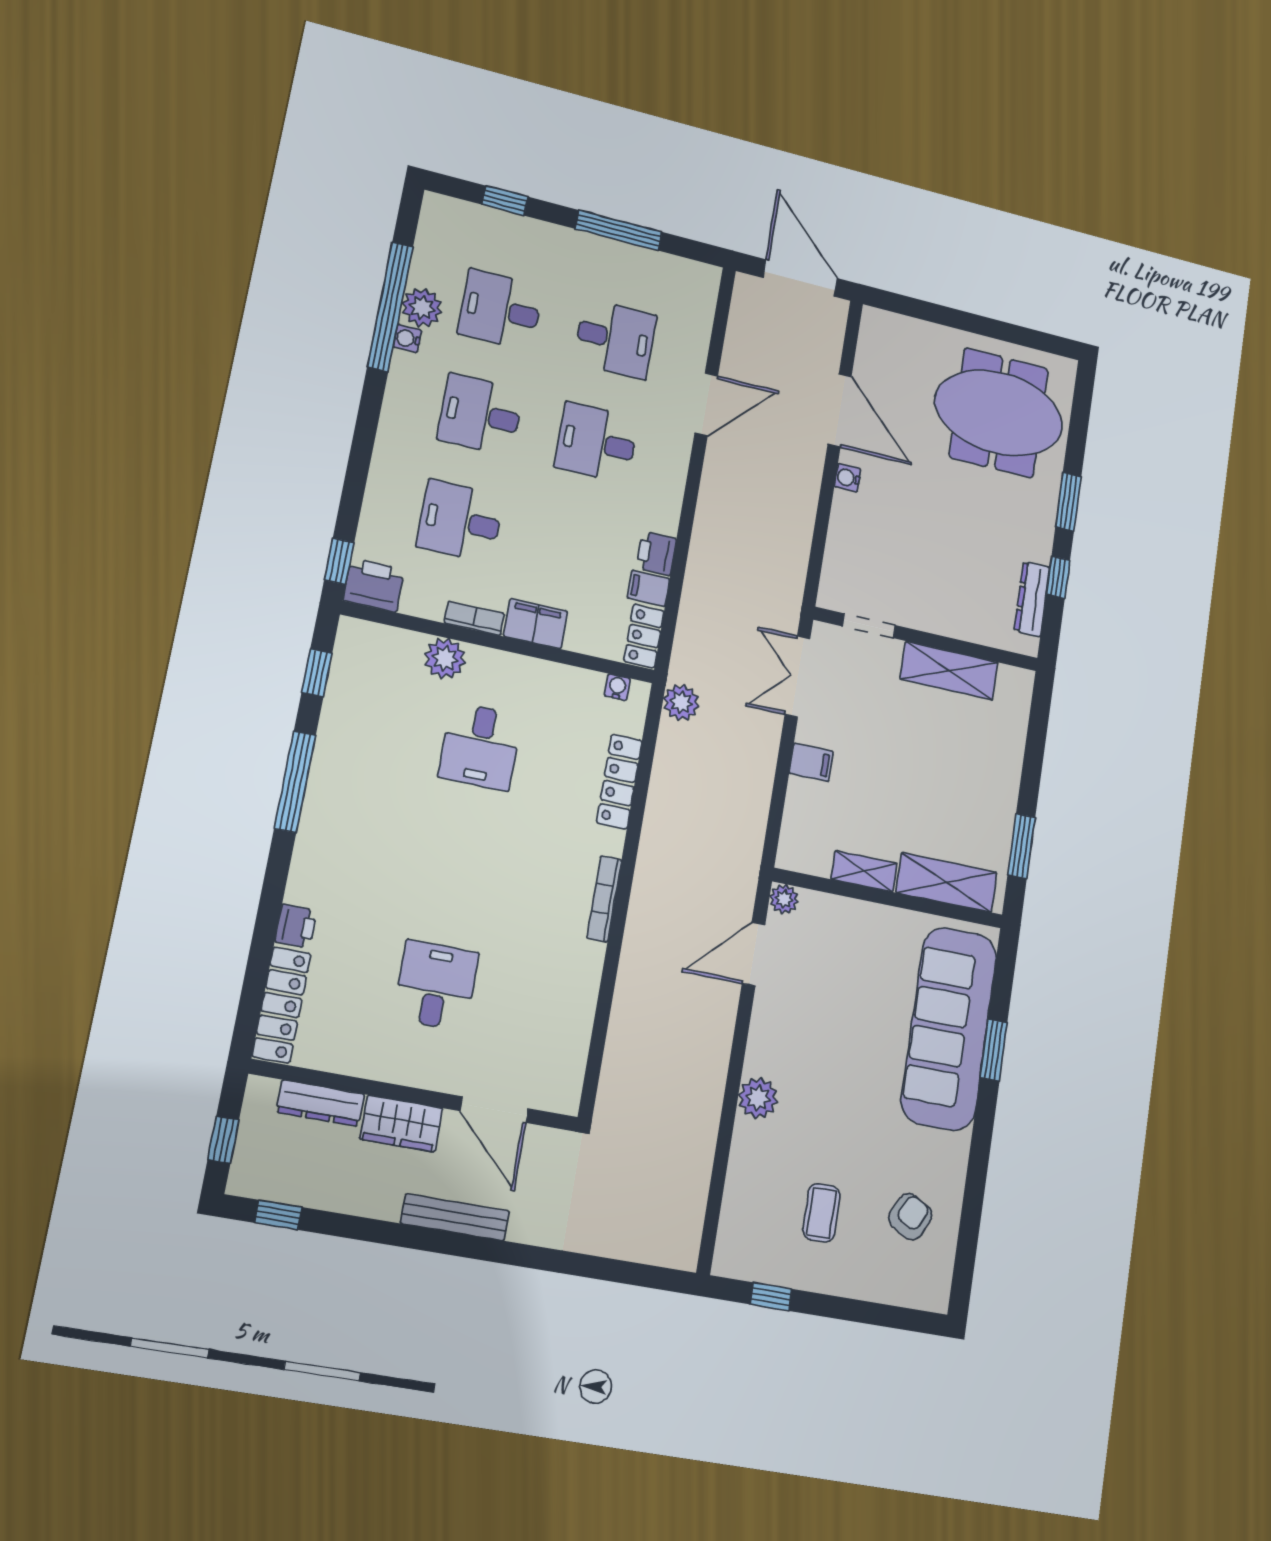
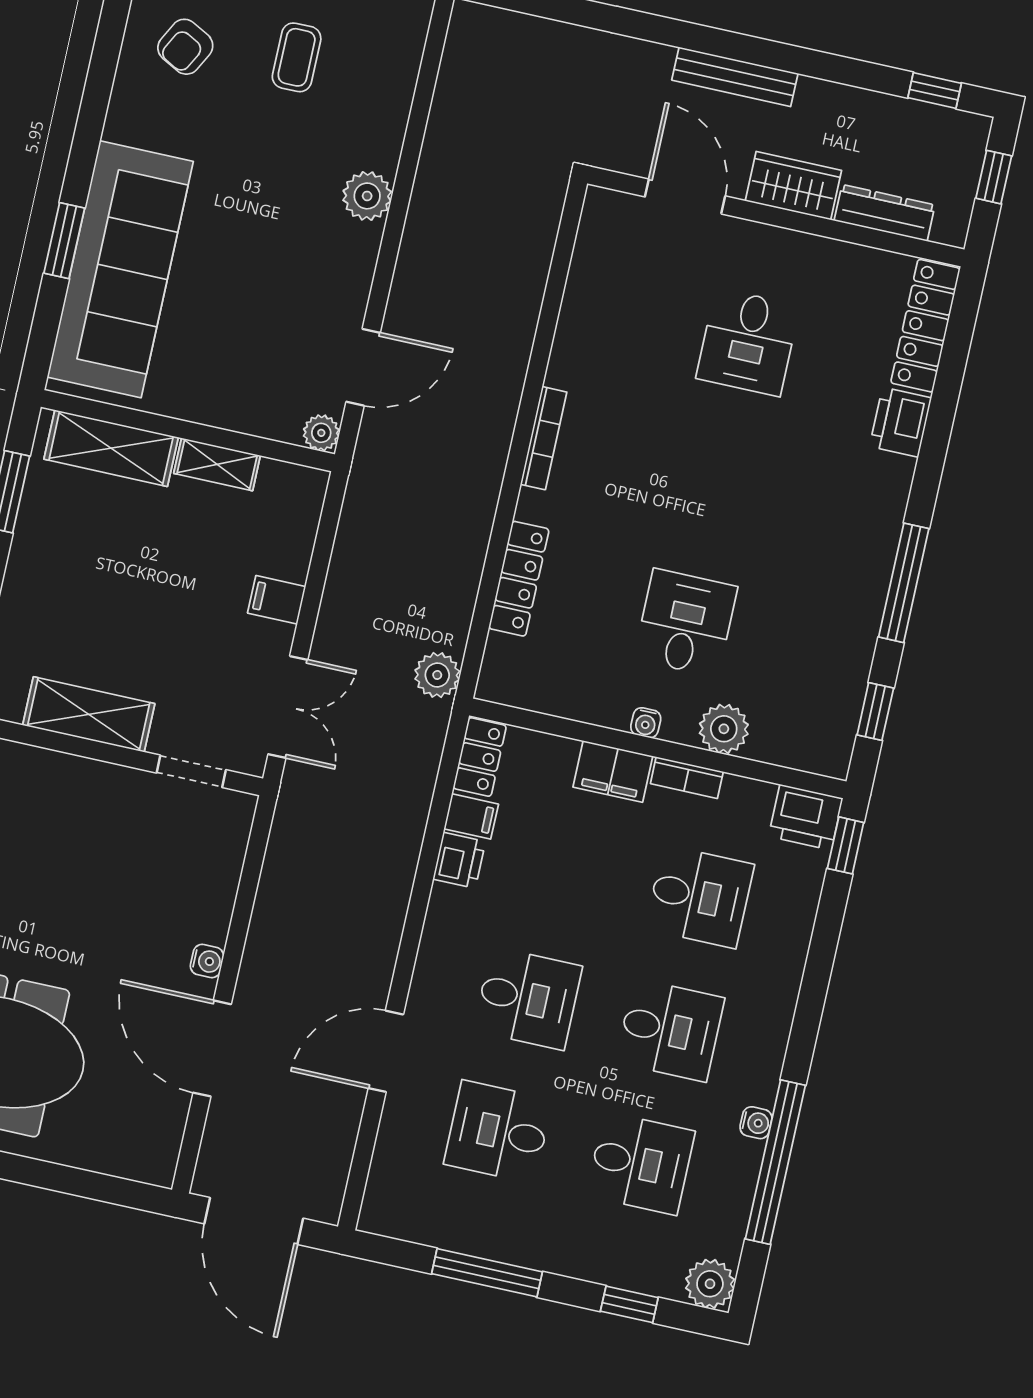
plant: (422, 308) -> (710, 1284), moved
water cooler: (617, 687) -> (646, 723), moved
printer: (296, 926) -> (901, 422), width x1.36, depth x1.24

